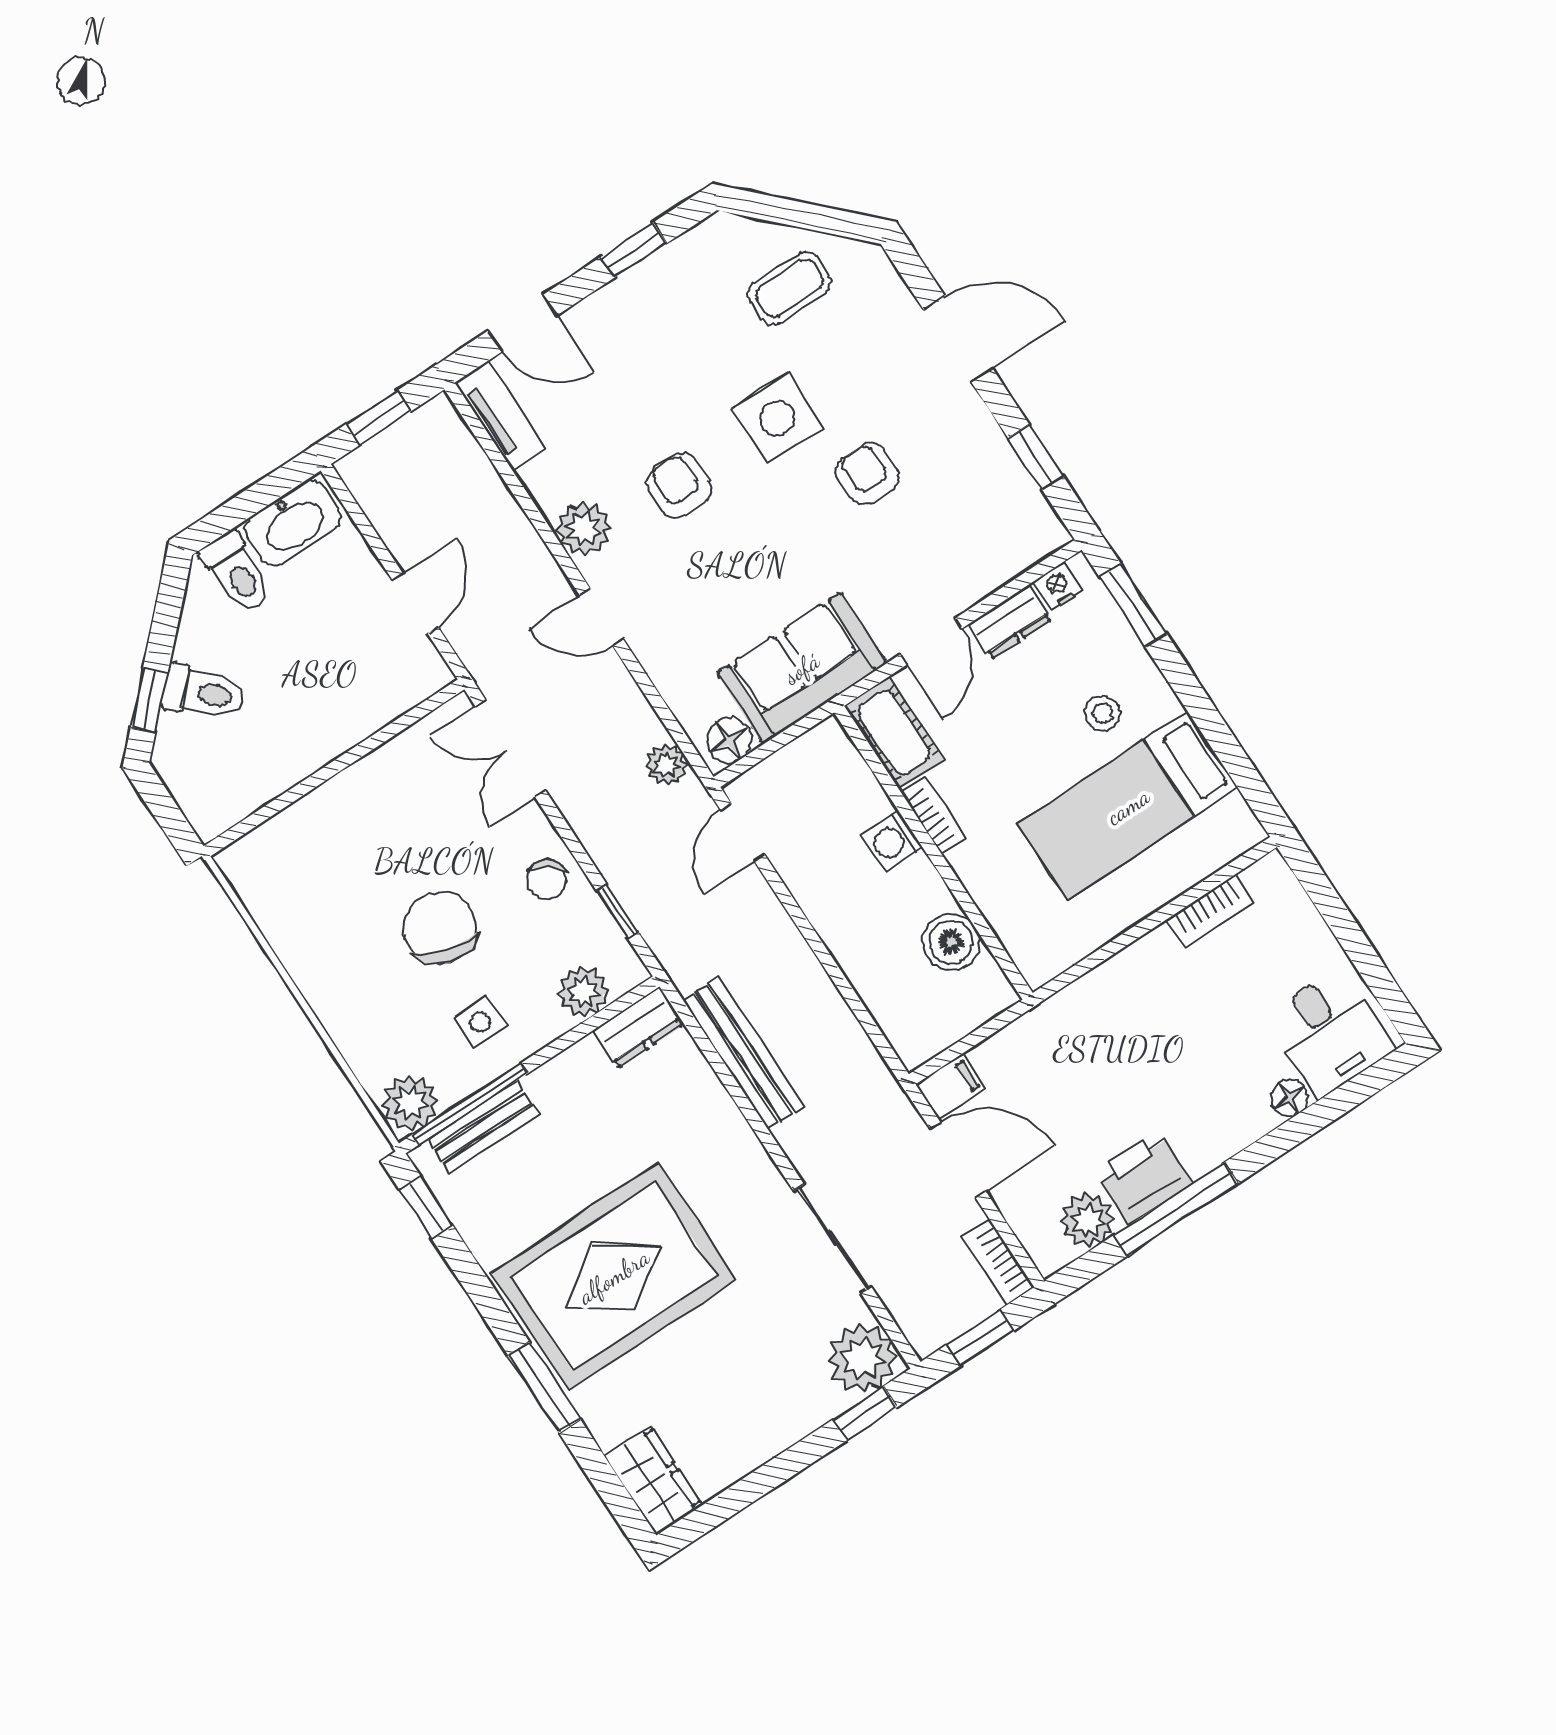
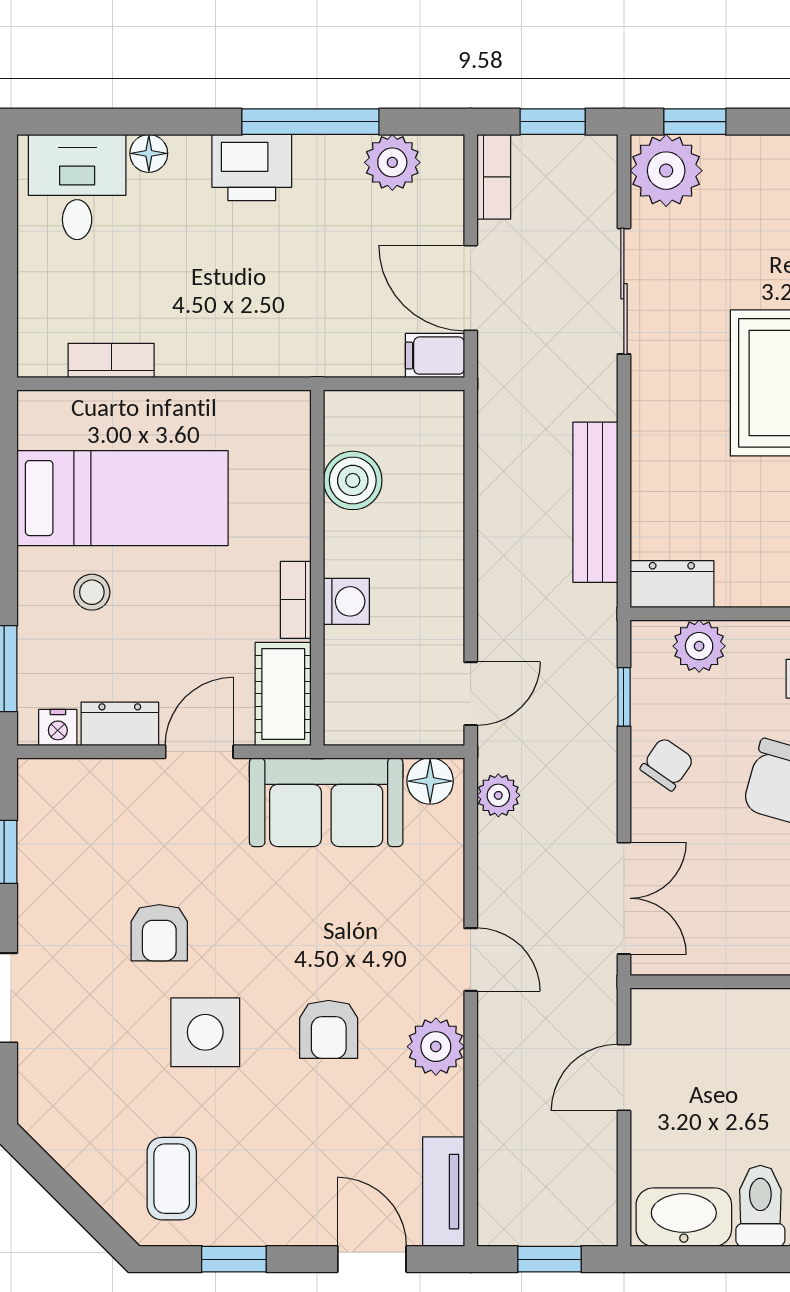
coffee table: (790, 288) -> (172, 1179), moved, turned 90
printer: (1143, 1178) -> (252, 168), moved

